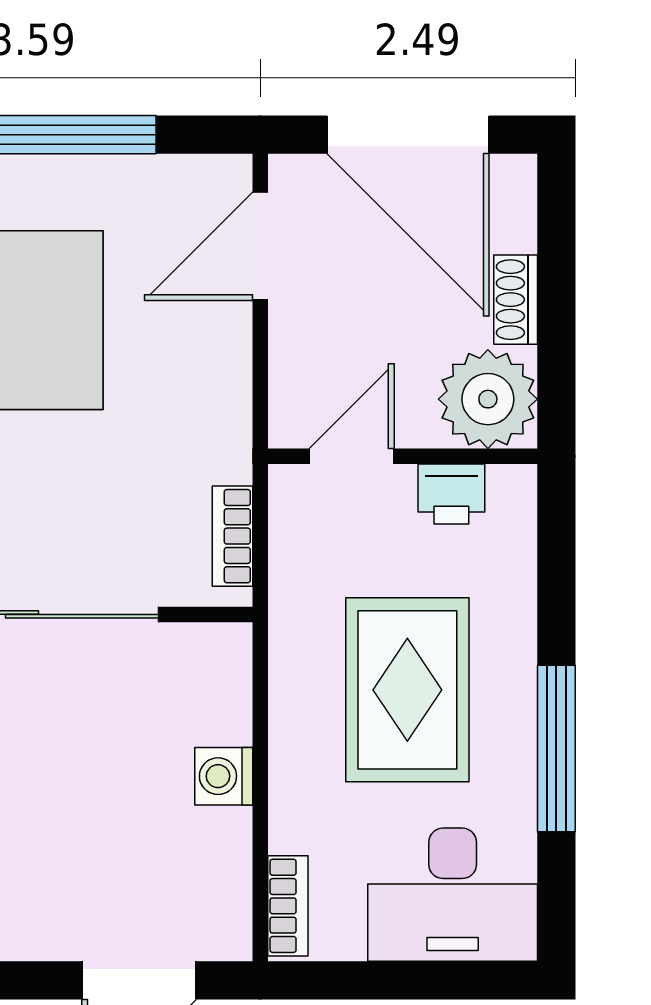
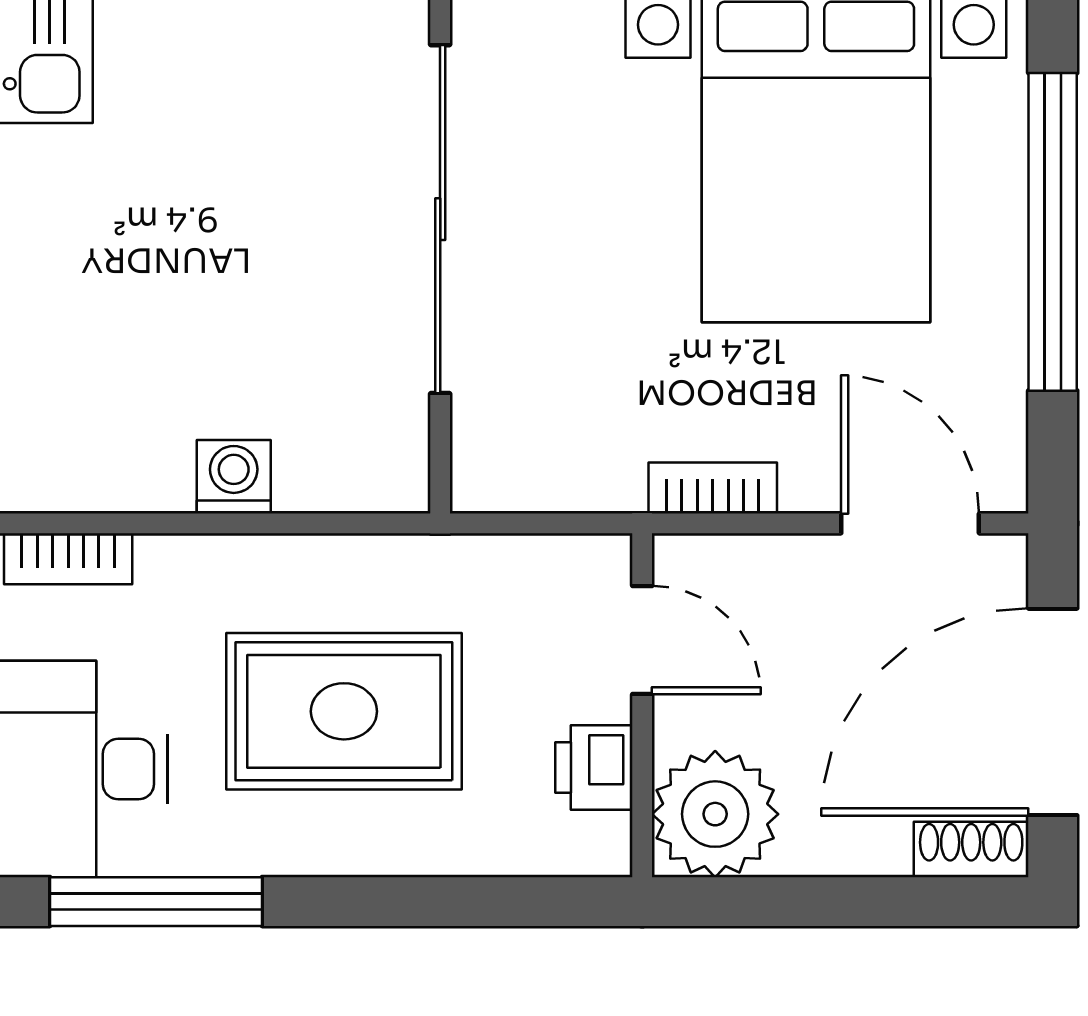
shoe rack: (516, 300) -> (971, 850), moved
bookcase: (233, 536) -> (713, 488), moved
window: (556, 749) -> (156, 902), moved

